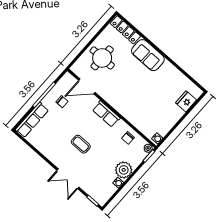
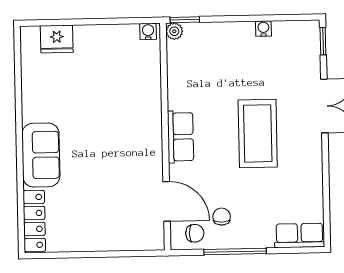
round table: (102, 58) -> (106, 217), removed
row of seats: (32, 120) -> (299, 235), width x0.68
chair: (128, 138) -> (195, 233), moved
coffee table: (81, 144) -> (258, 133), width x1.86, depth x1.72
plant: (124, 170) -> (238, 38), removed

